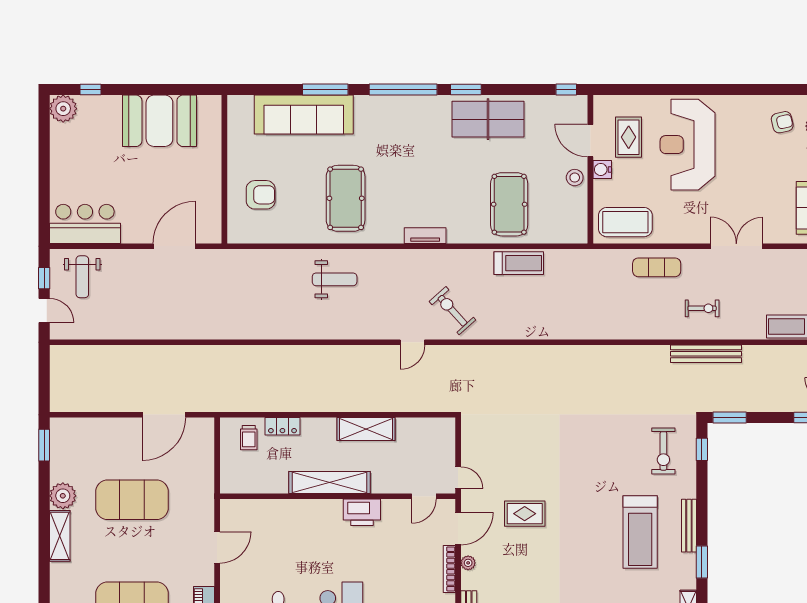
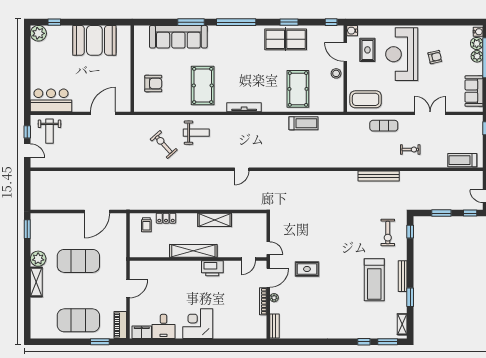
window: (466, 90) -> (289, 22), moved
armchair: (782, 122) -> (435, 57), moved
water cooler: (602, 169) -> (352, 31), moved
tv unit: (425, 236) -> (244, 107), width x1.41
exercise bike: (452, 311) -> (164, 145), moved
bench: (706, 354) -> (379, 176), moved
window: (730, 417) -> (441, 213), moved

